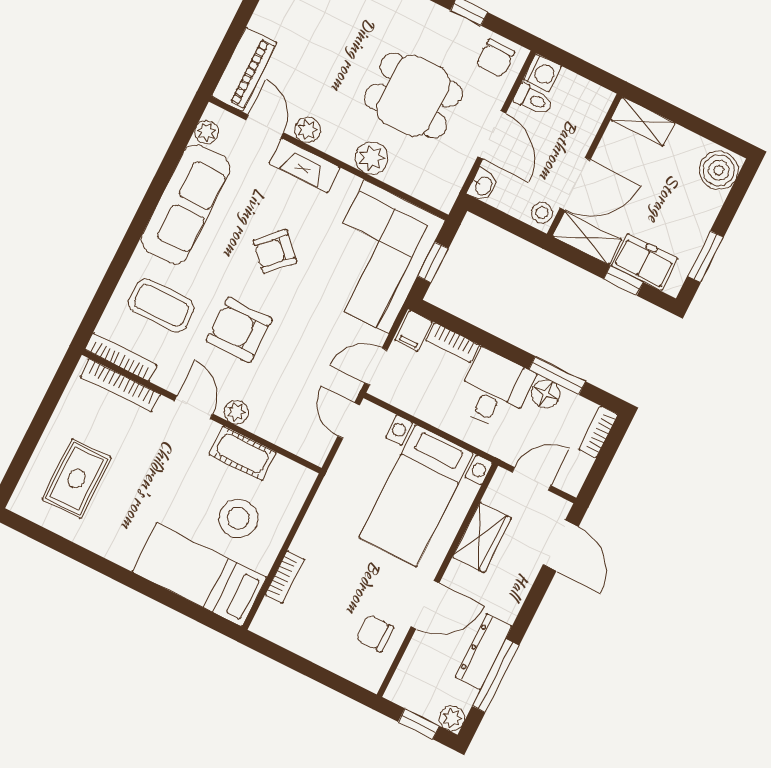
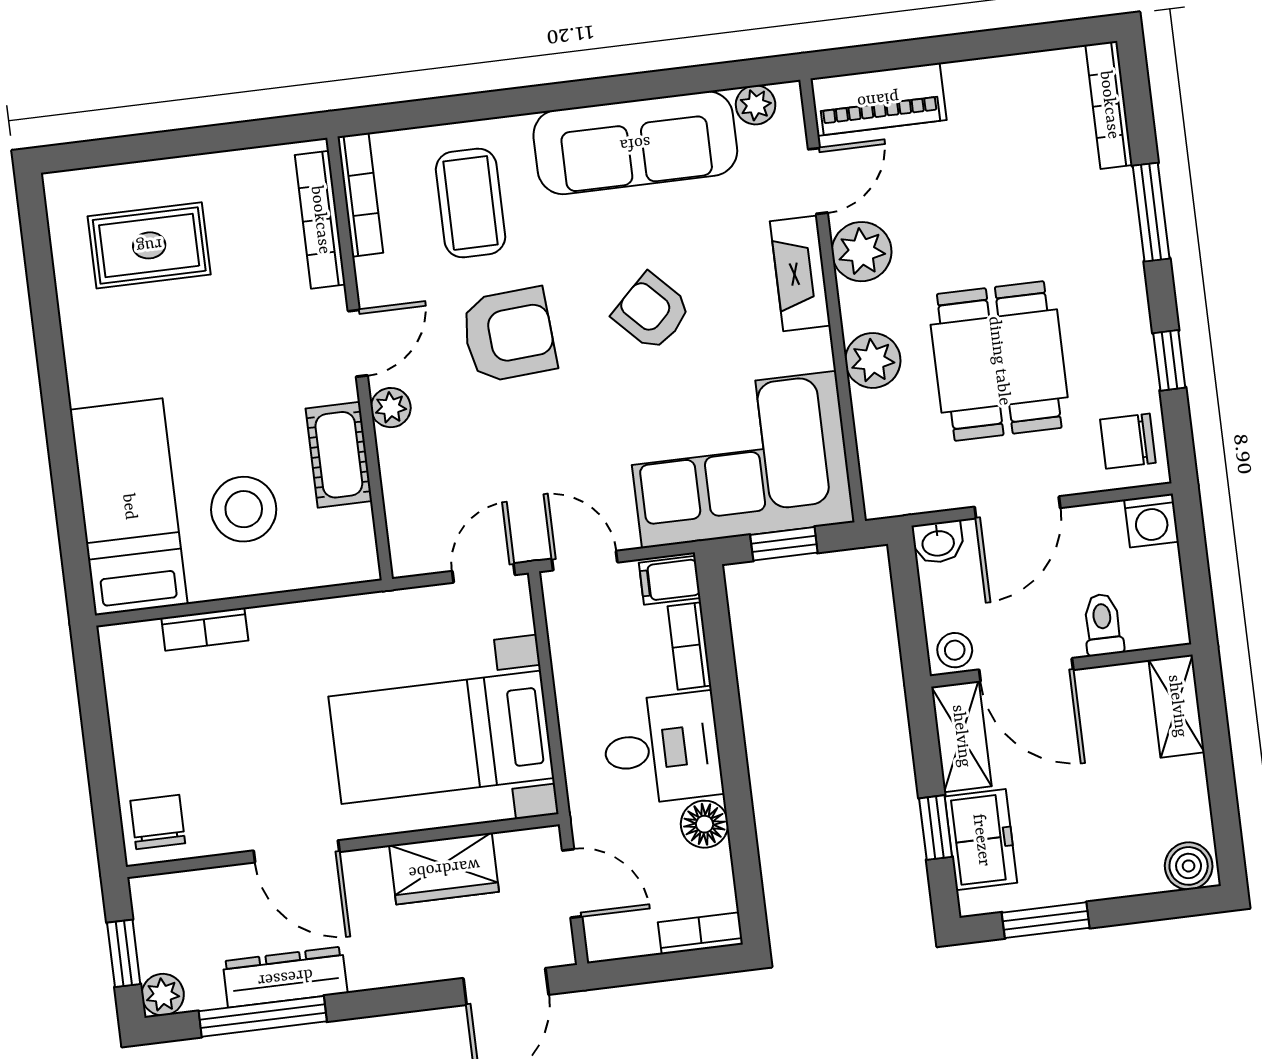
toilet: (533, 100) -> (1103, 625), moved, turned 180
plant: (307, 130) -> (862, 252), width x1.38, depth x1.38
boiler: (719, 170) -> (1189, 866), width x0.73, depth x0.73
armchair: (239, 330) -> (509, 335), turned 86
window: (557, 375) -> (741, 823), removed
chair: (375, 633) -> (158, 822), moved

